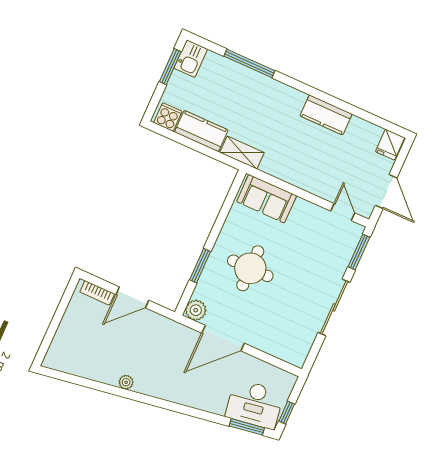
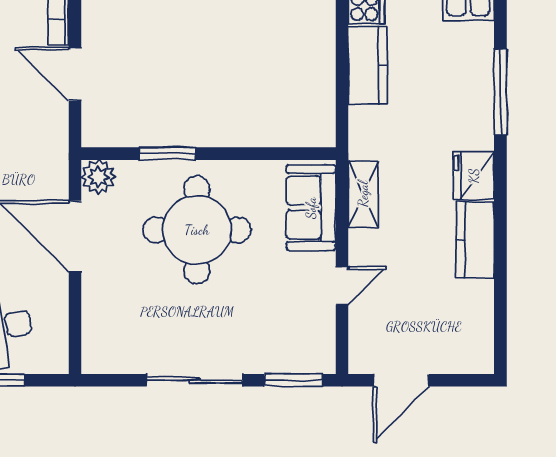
fridge: (390, 145) -> (474, 176), moved, width x1.38
shelving: (242, 153) -> (363, 194), moved
door: (343, 212) -> (342, 286), moved
round table: (250, 268) -> (197, 230), width x1.36, depth x1.36

